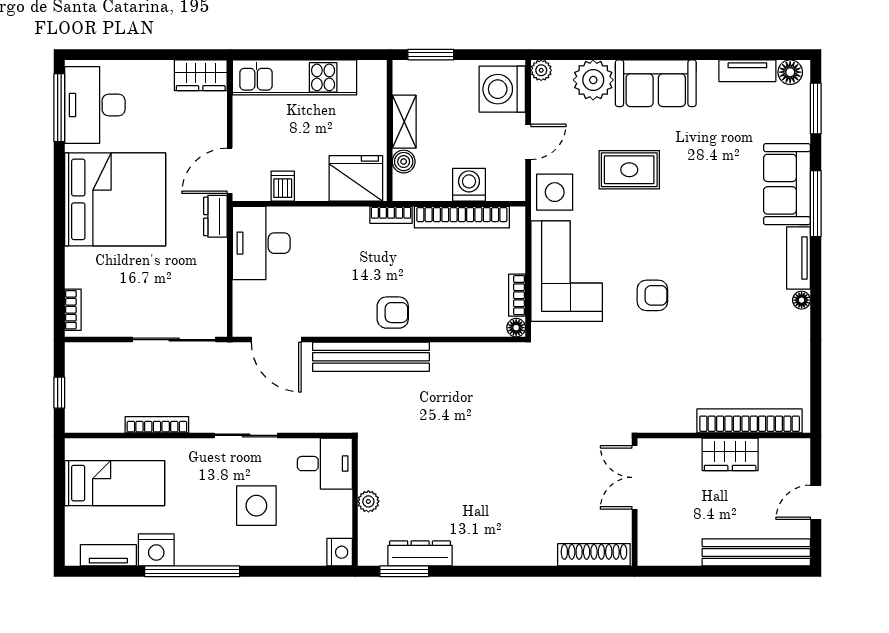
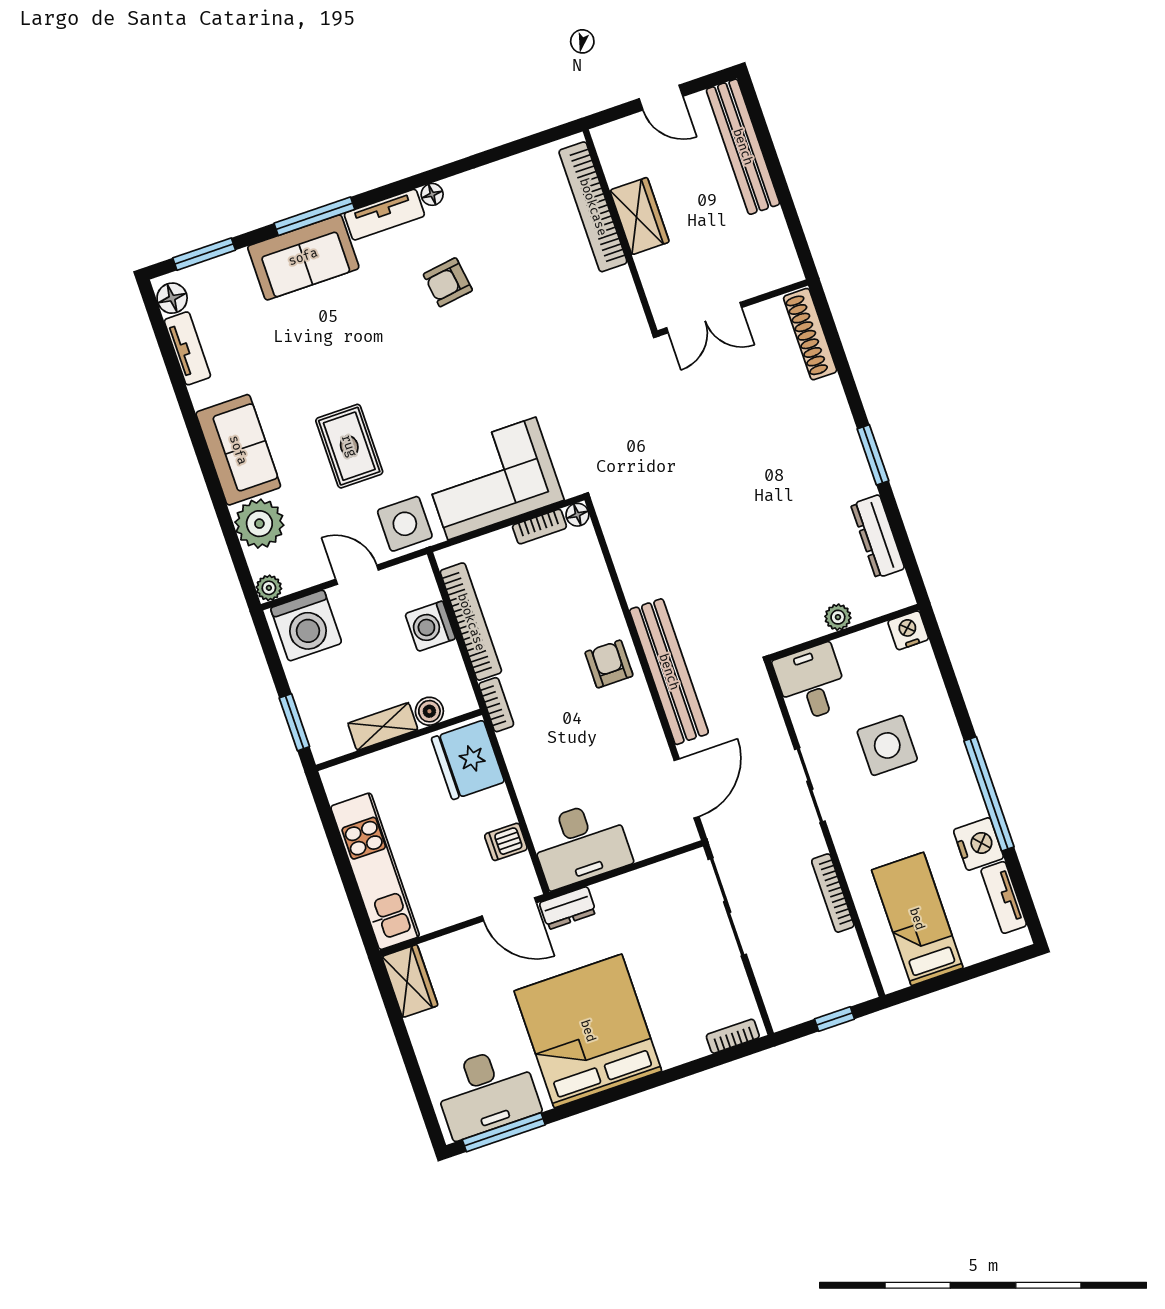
armchair: (652, 295) -> (448, 282), moved, turned -98
window: (404, 571) -> (873, 455), moved

